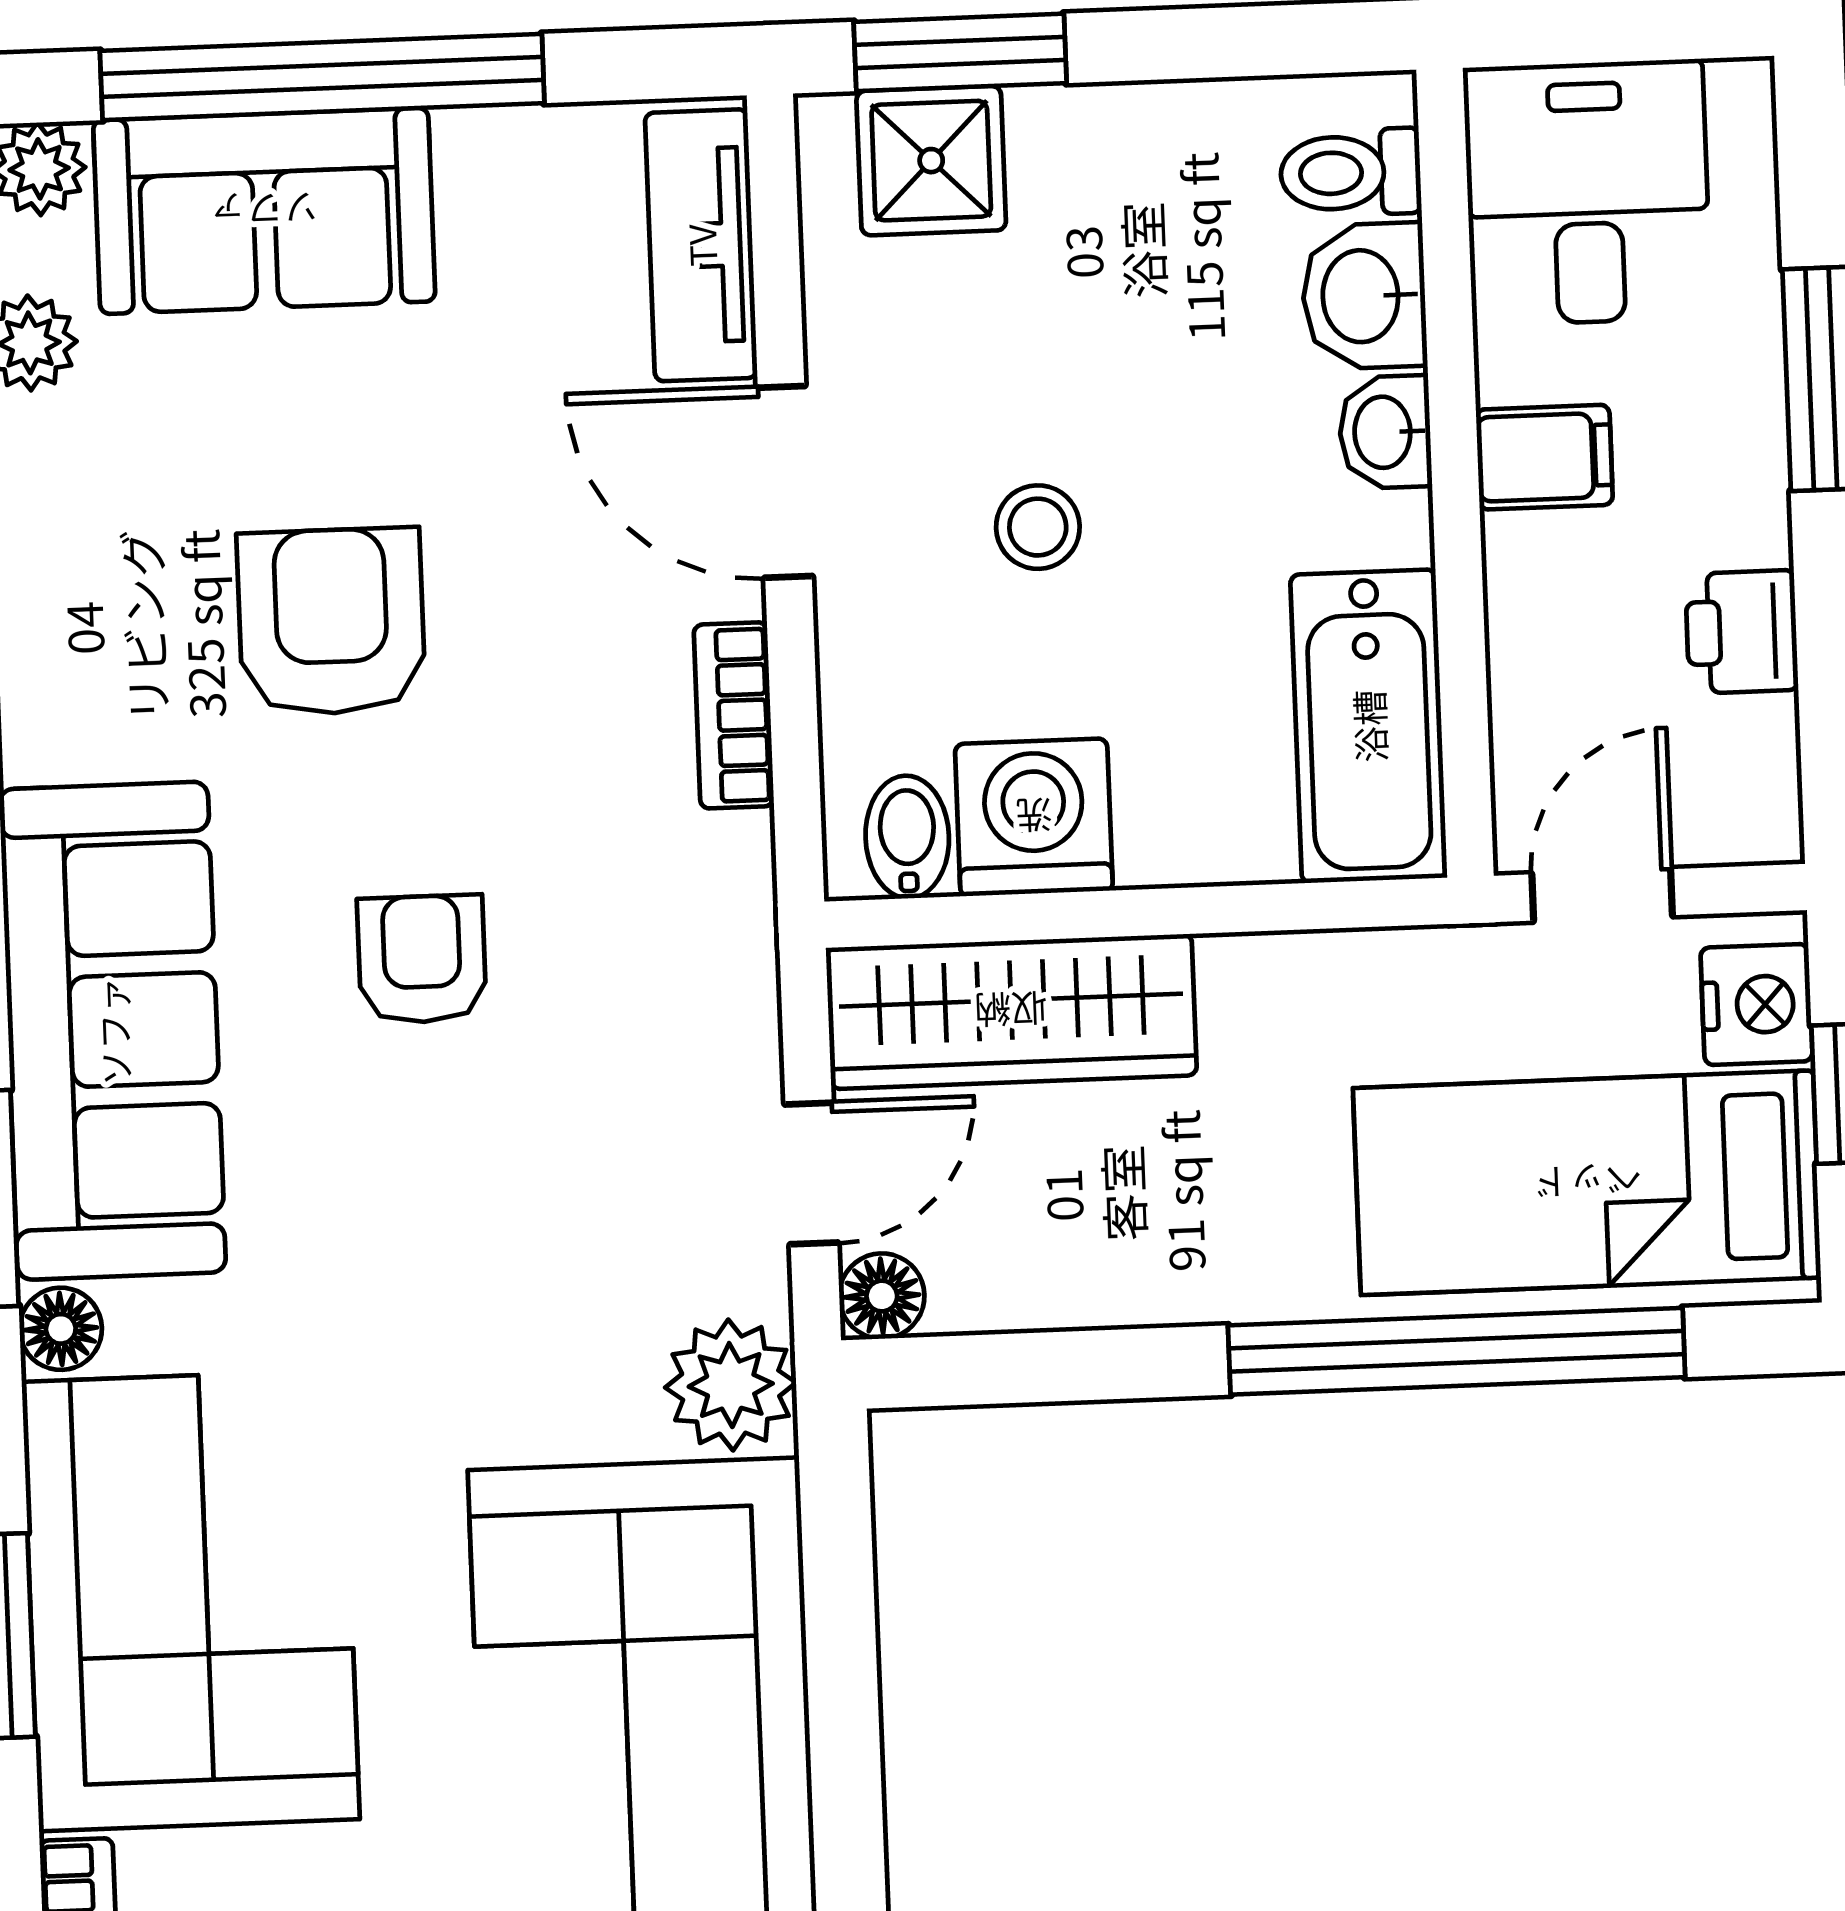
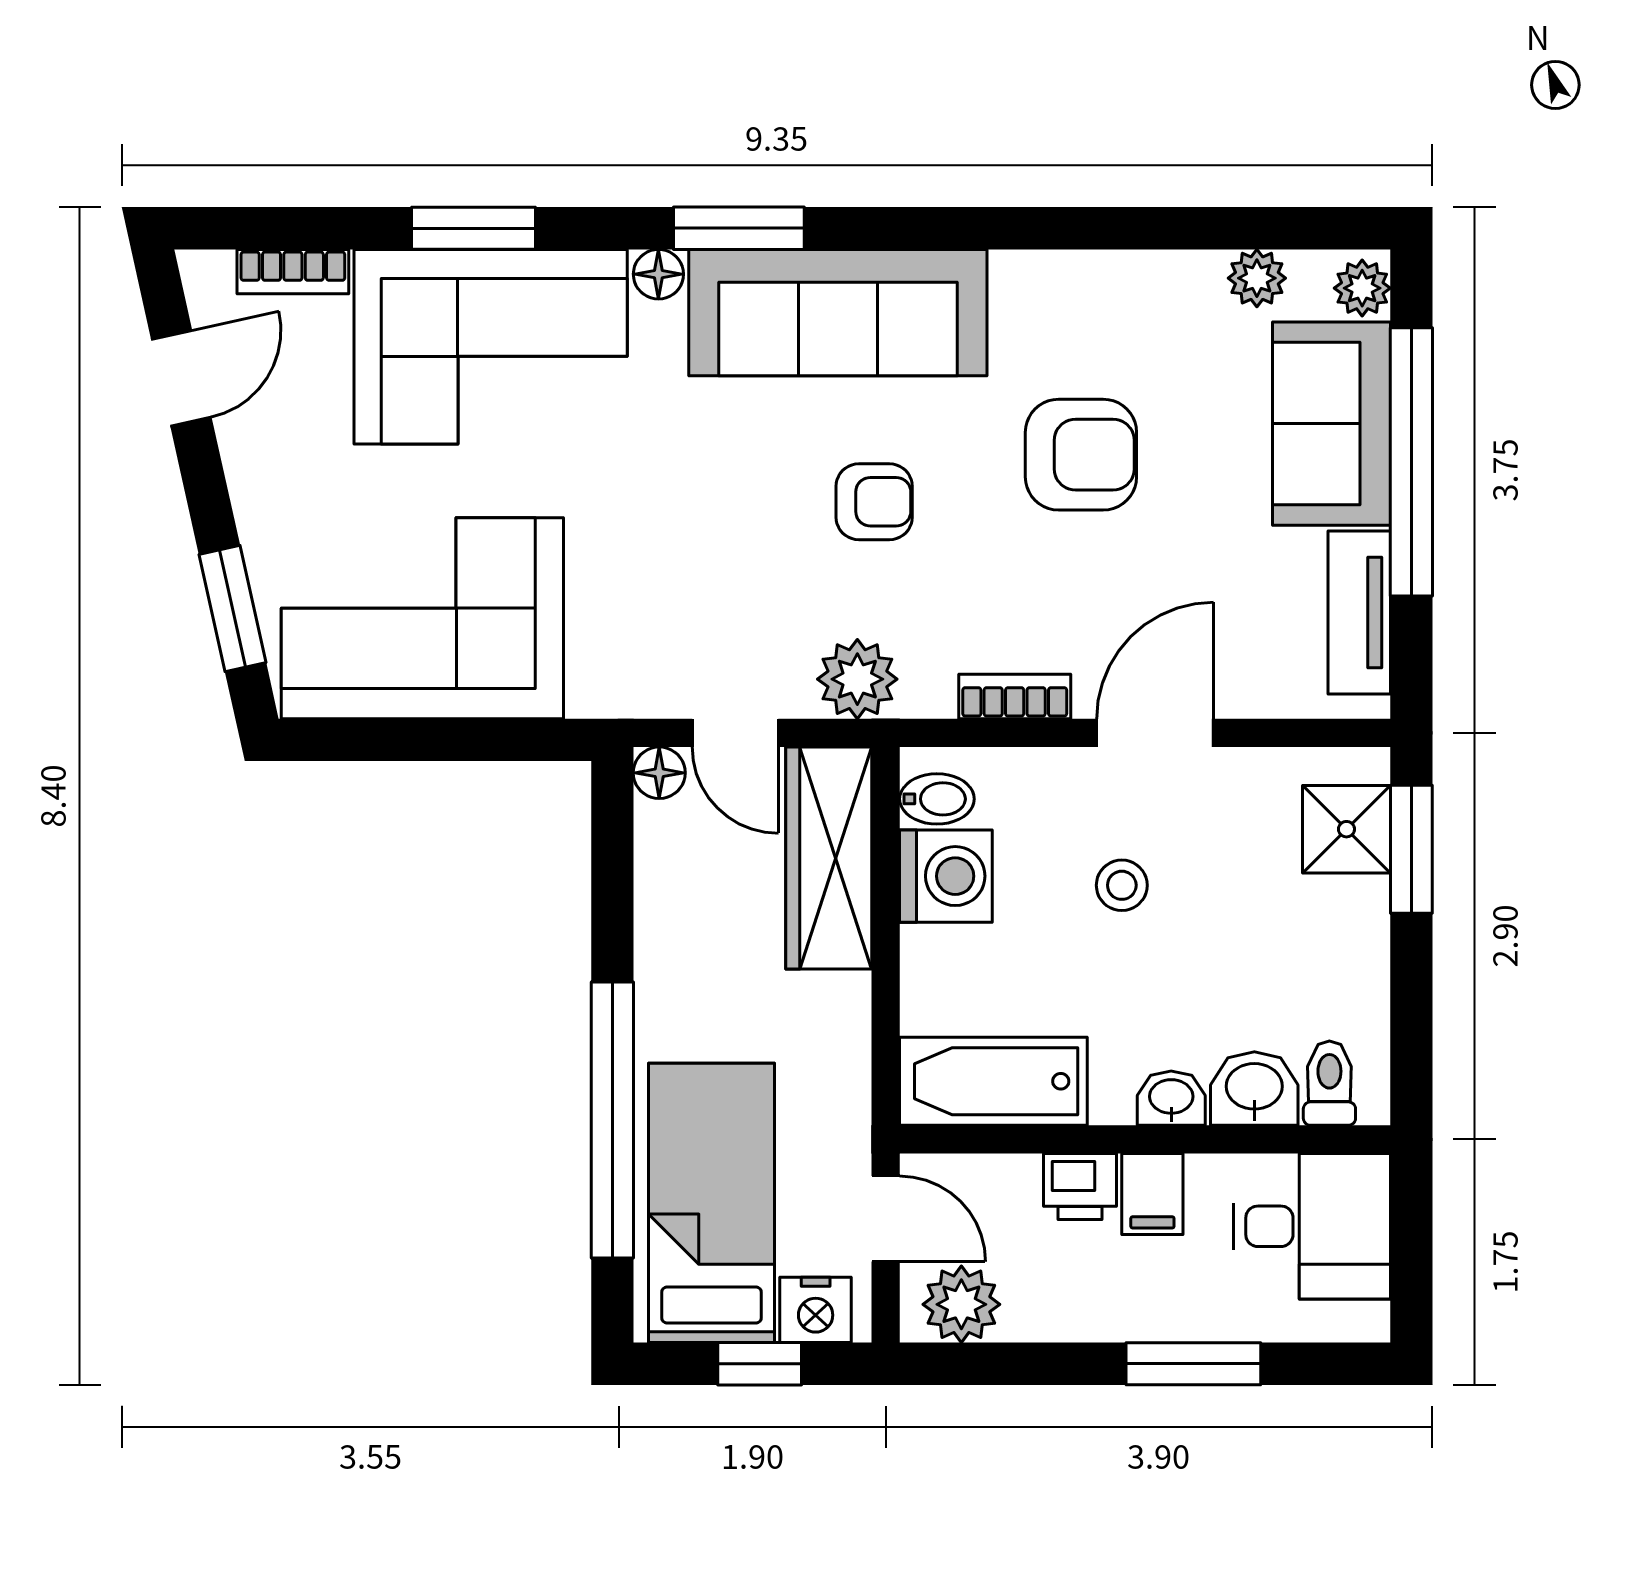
tv unit: (701, 245) -> (1359, 613), moved, turned -90
printer: (1742, 632) -> (1080, 1187), moved, turned 180
plant: (1738, 765) -> (961, 1304), added
plant: (731, 1385) -> (857, 679), moved

